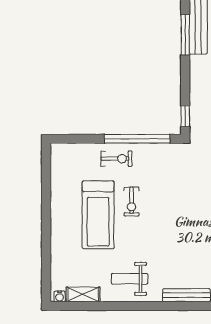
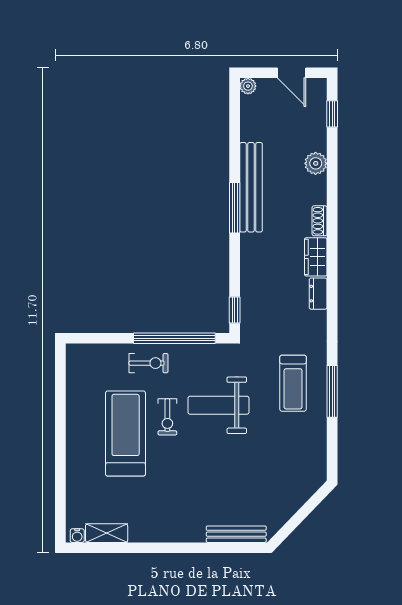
treadmill: (98, 215) -> (126, 433), turned 180
weight bench: (130, 279) -> (218, 405), moved, width x1.36, depth x1.33

